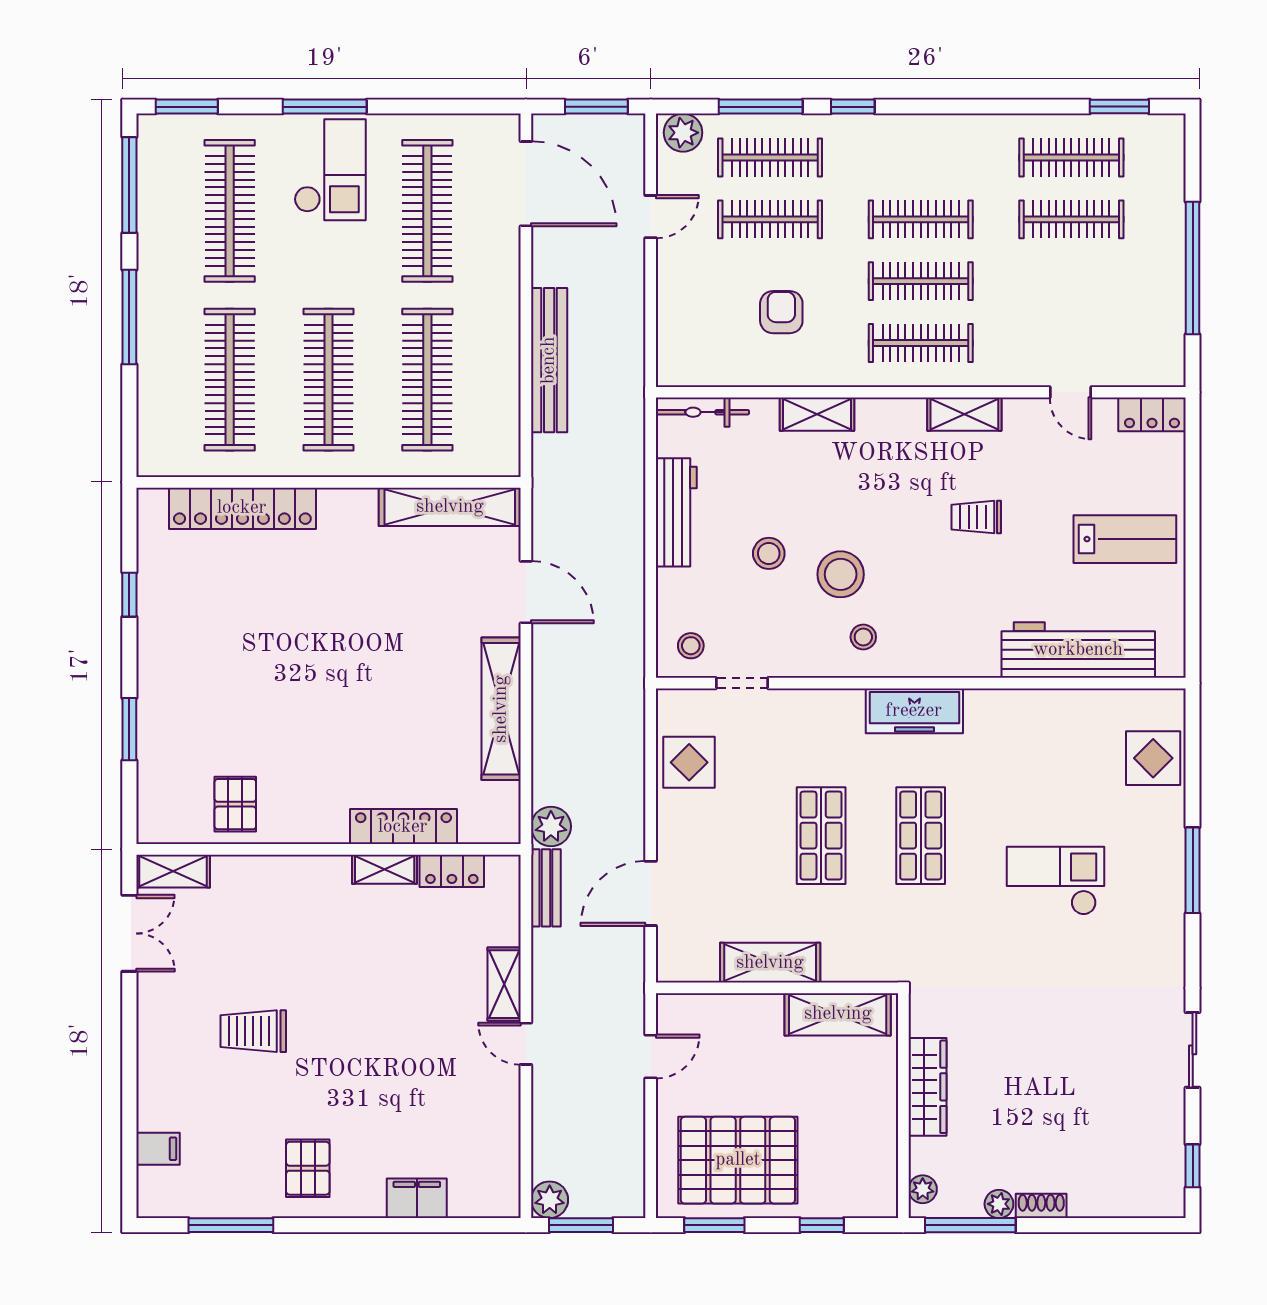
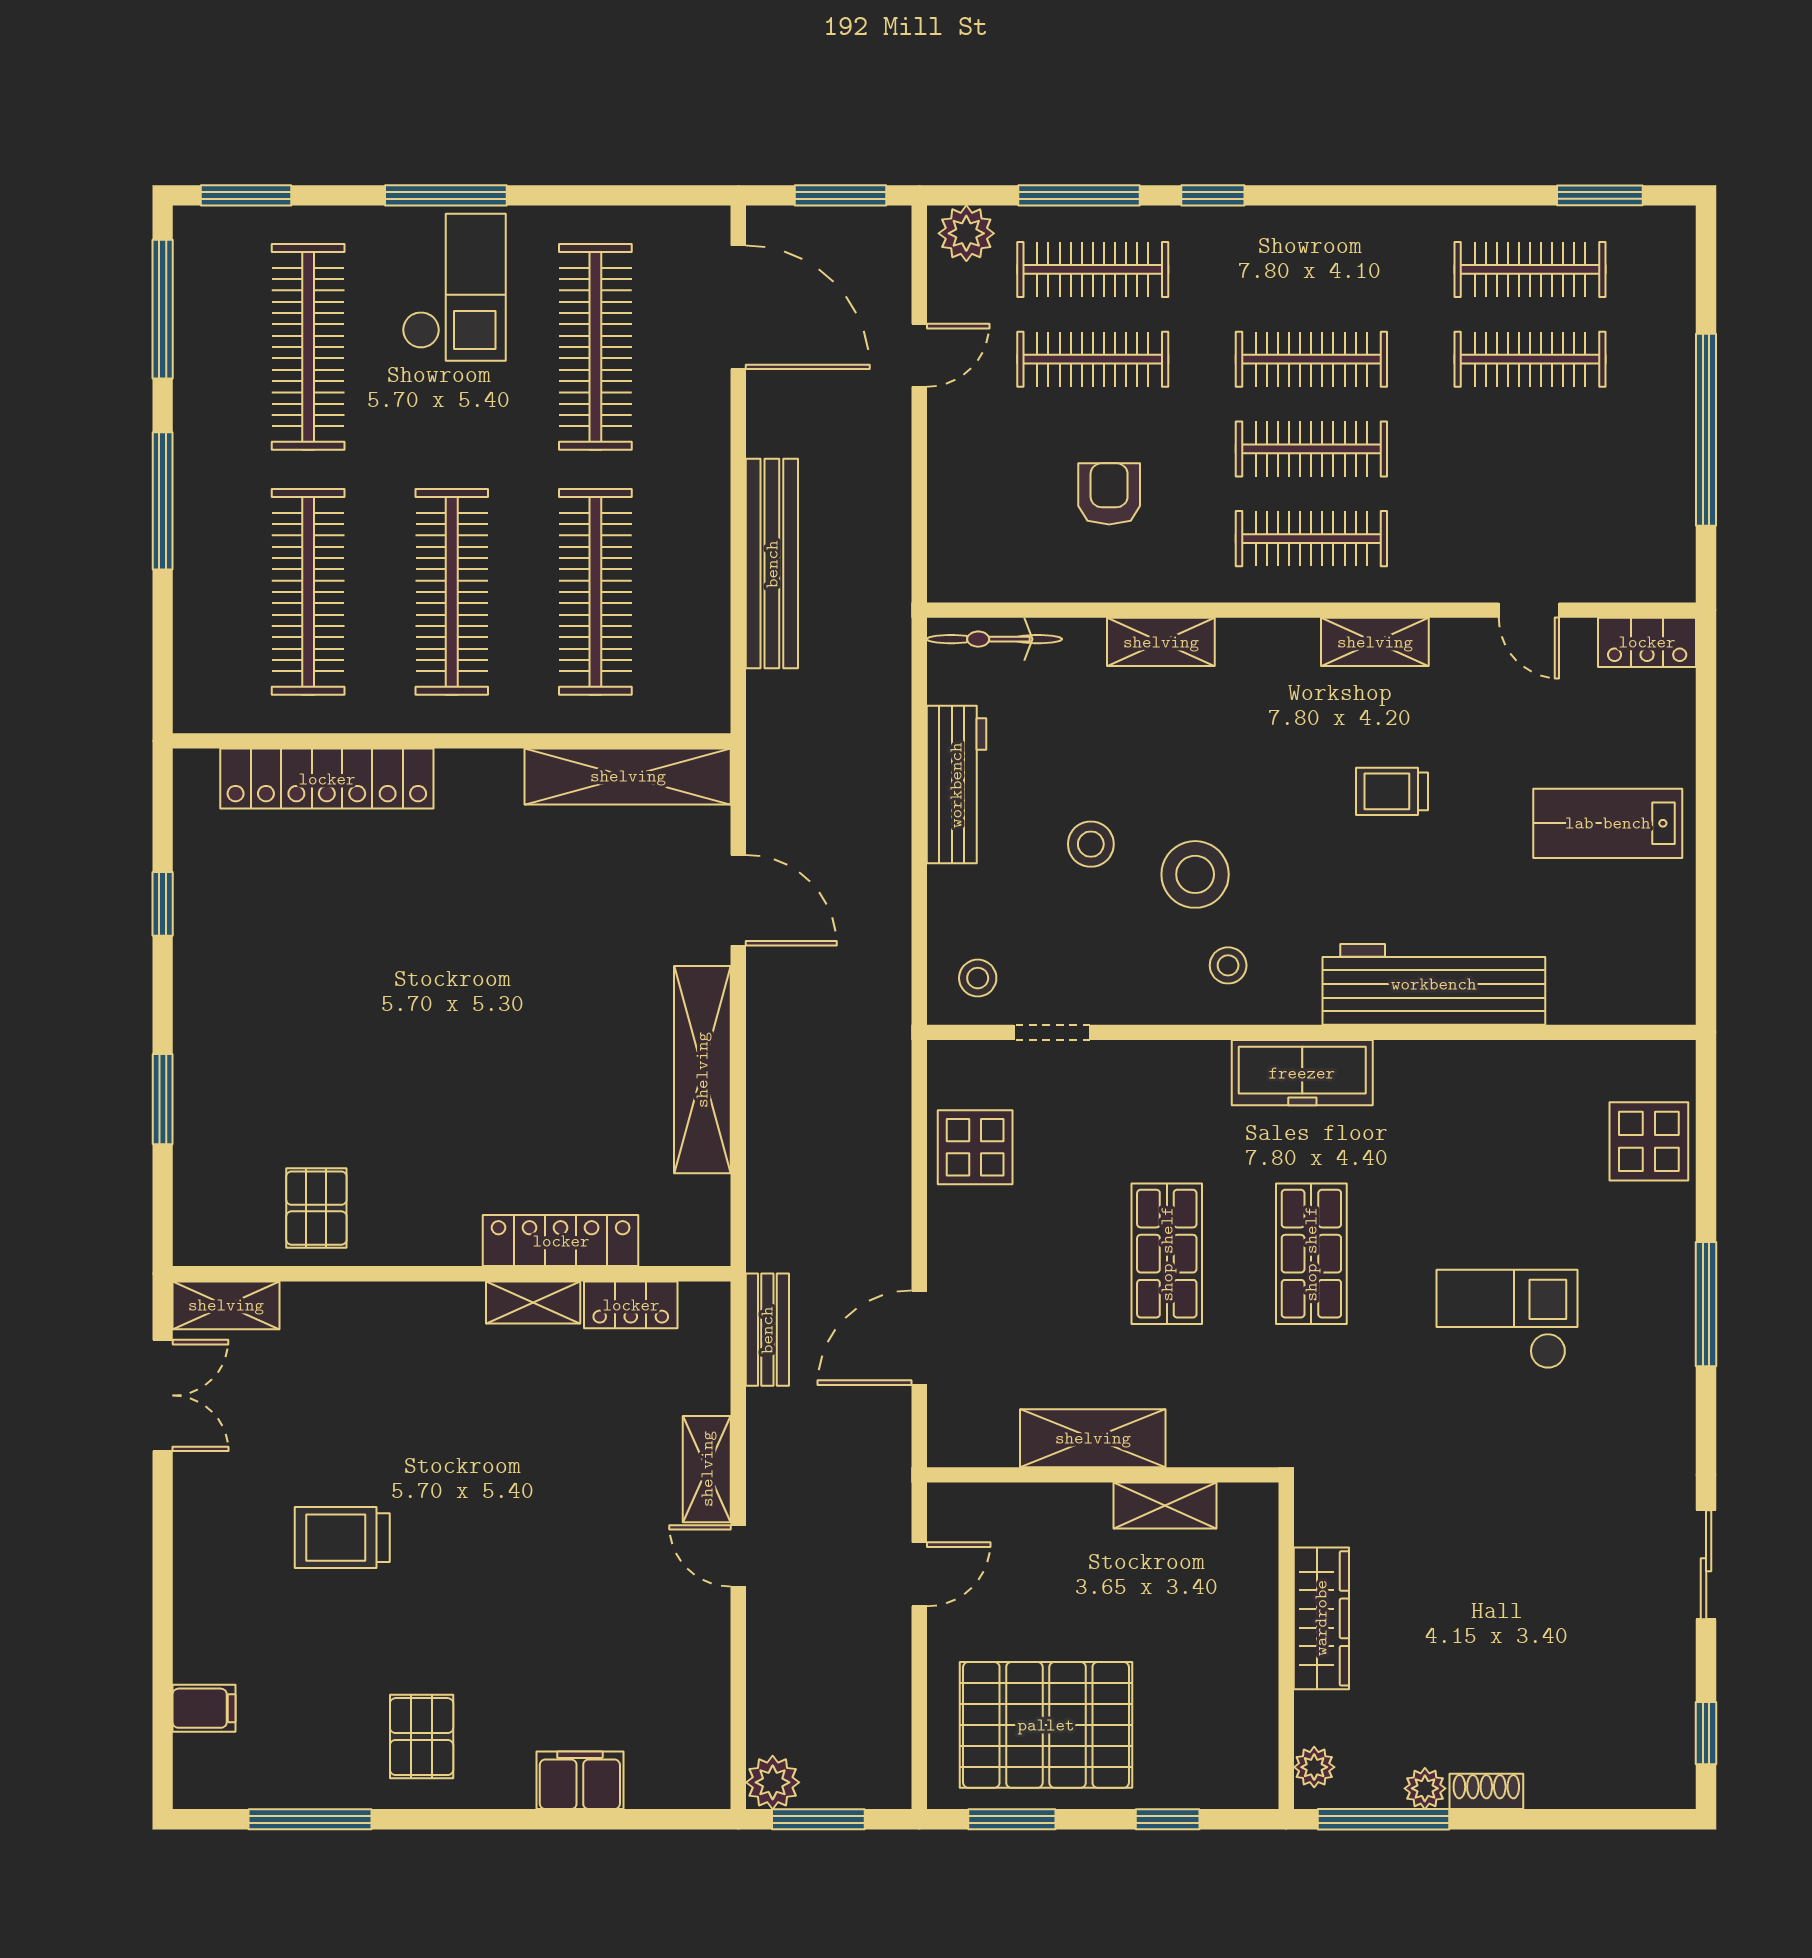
lab bench: (1125, 539) -> (1608, 823), turned 180
workbench: (1078, 650) -> (1434, 984), moved
plant: (551, 826) -> (775, 1240), removed
shelving: (838, 1014) -> (1165, 1505), width x0.67, depth x0.75

